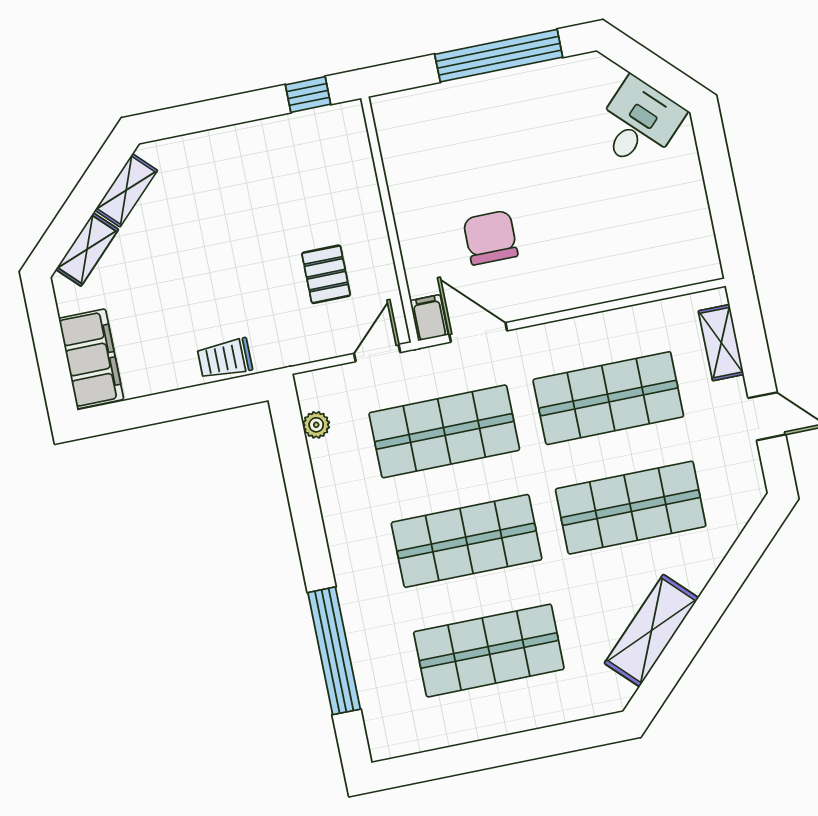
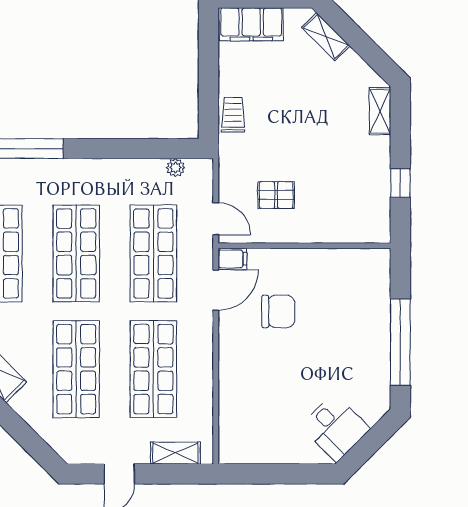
window: (308, 95) -> (400, 183), moved
shelving: (126, 190) -> (380, 111), moved, turned 45

